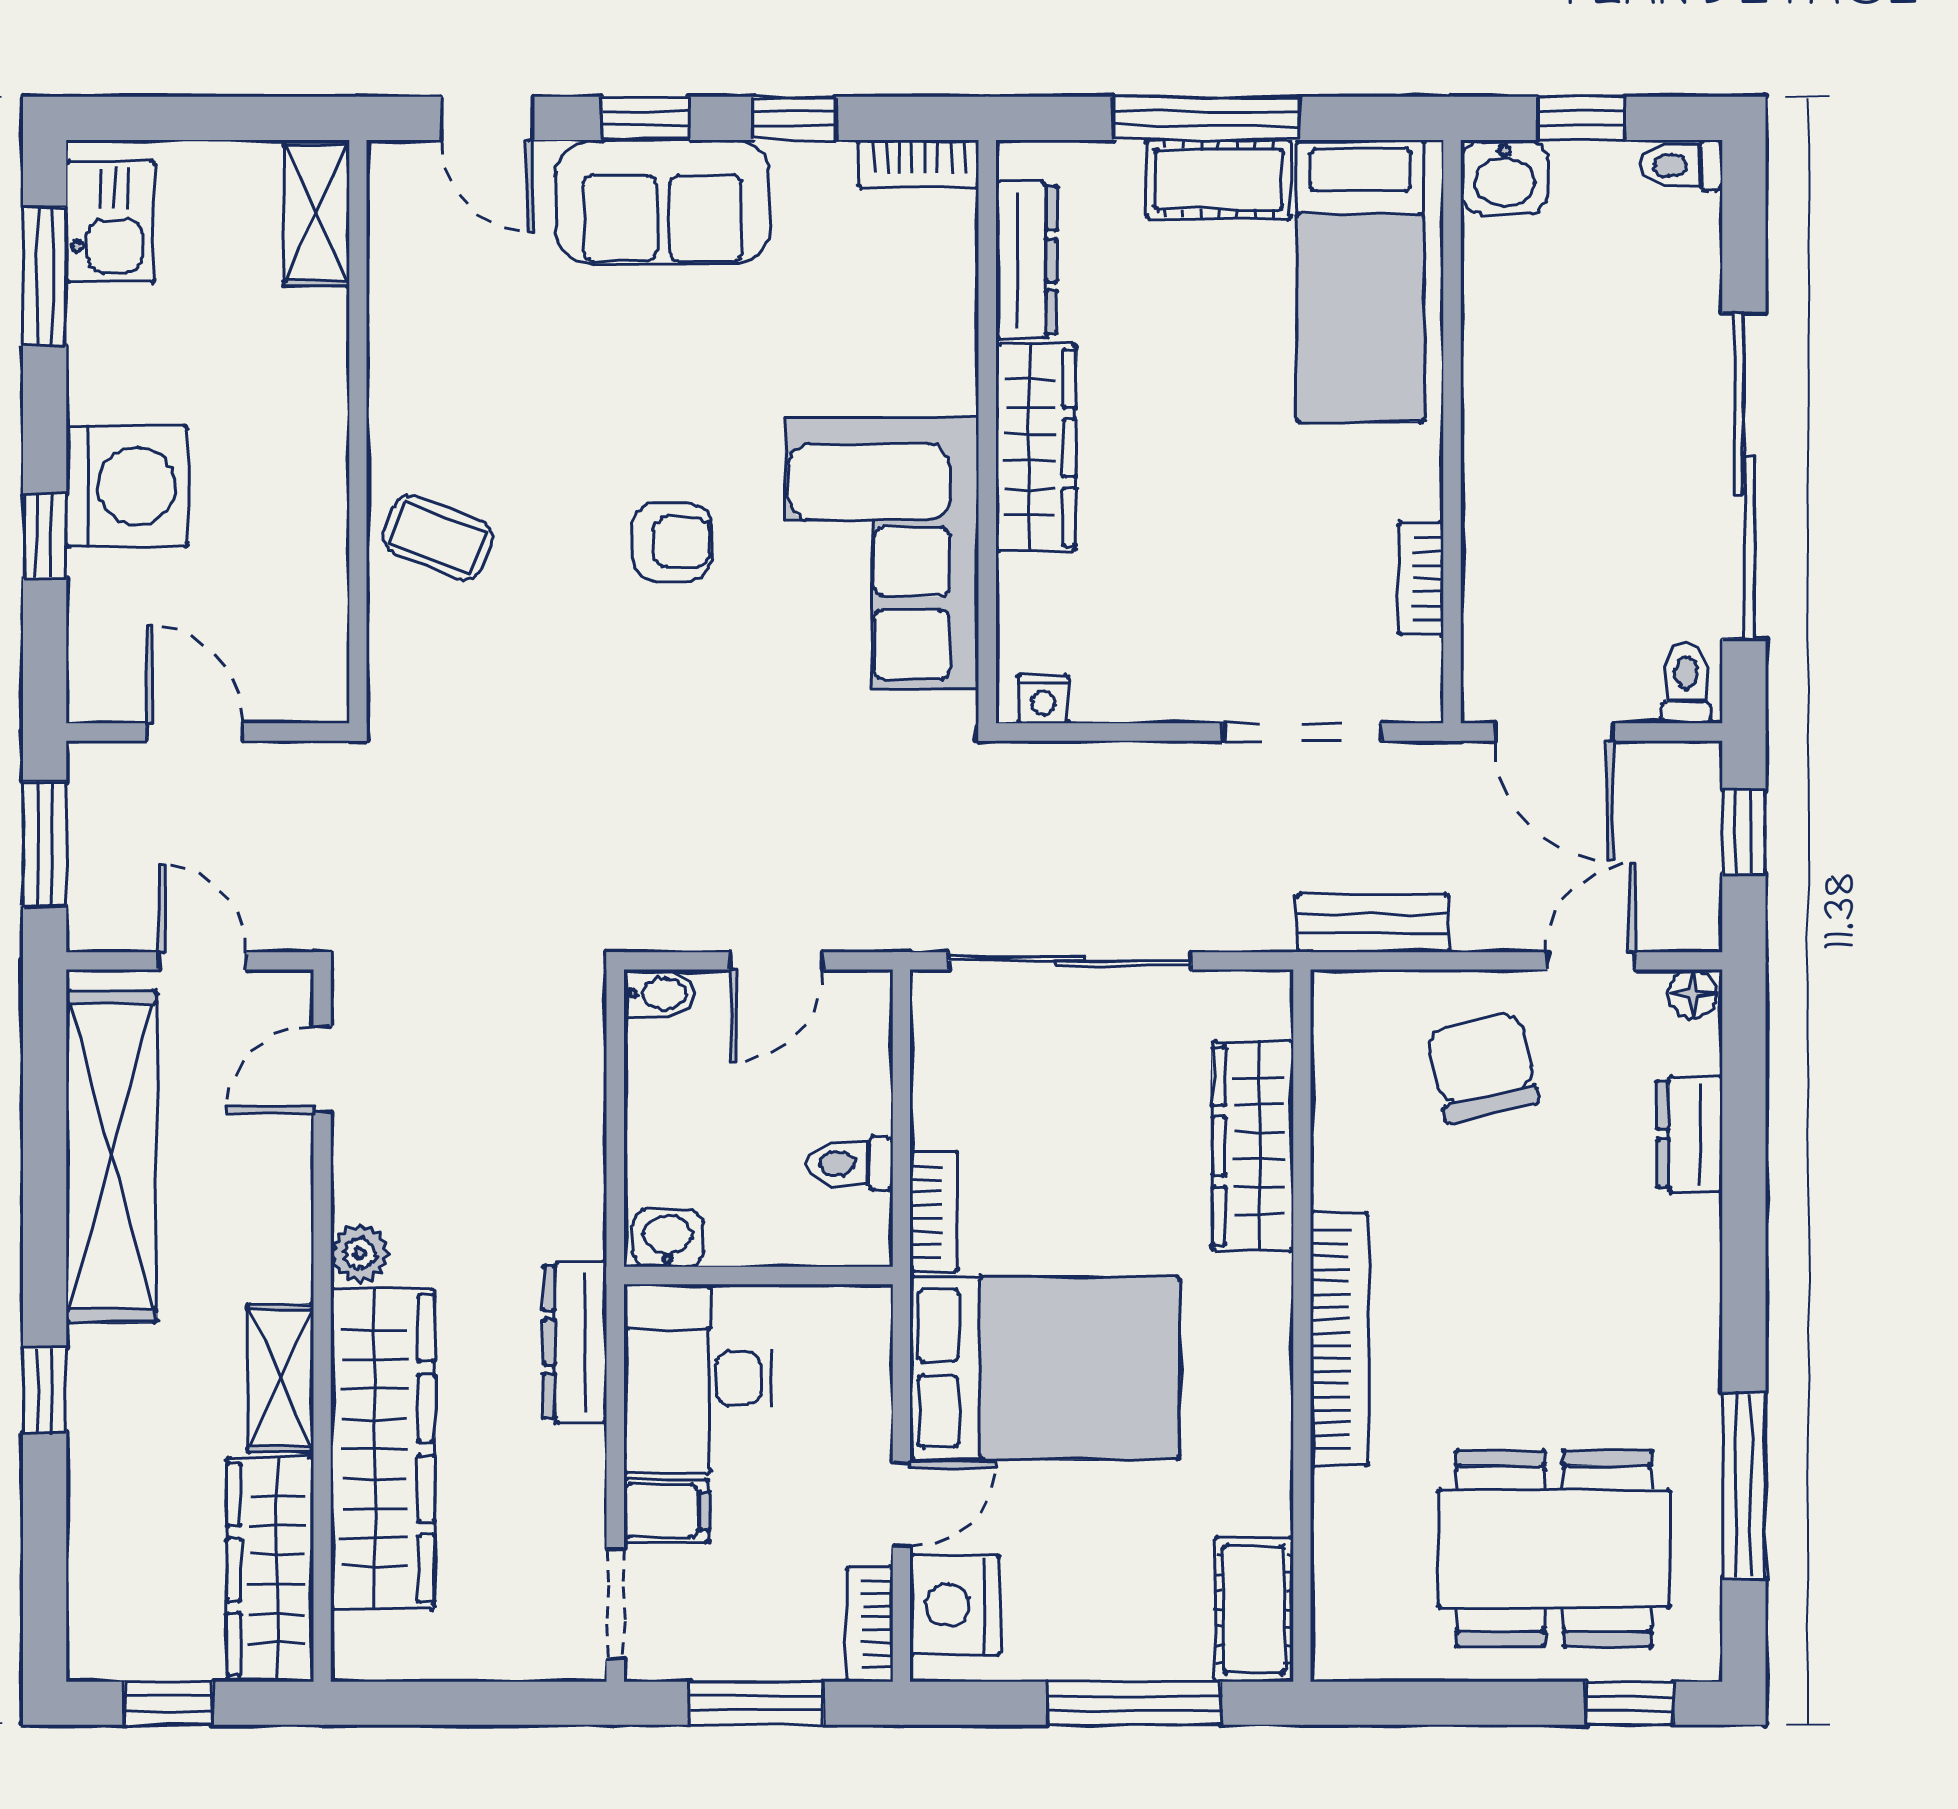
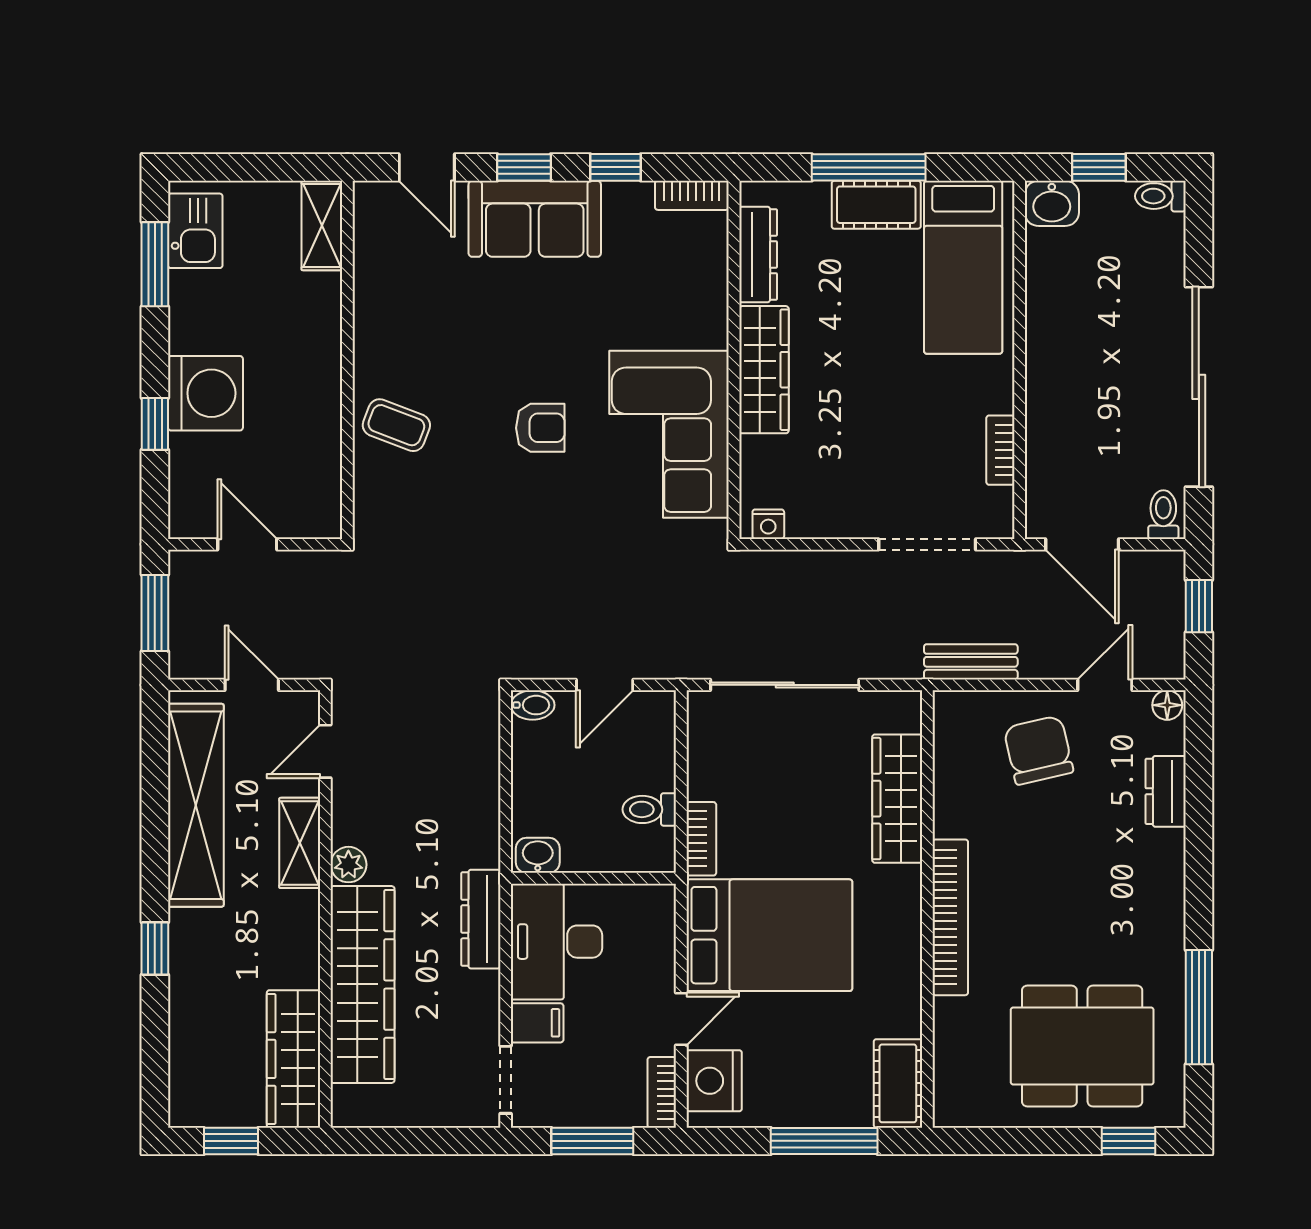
shelving: (280, 1378) -> (300, 843), moved

